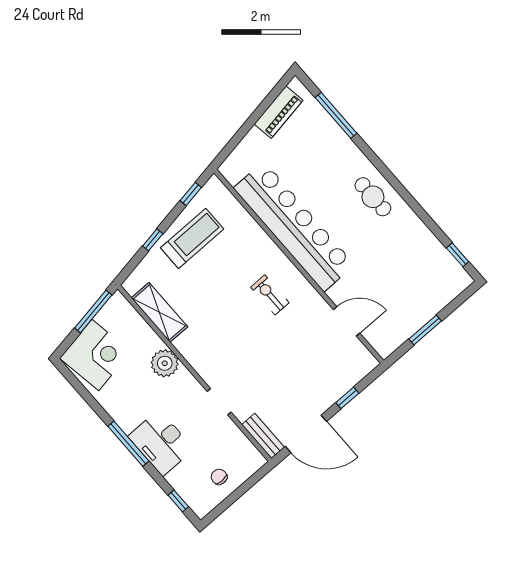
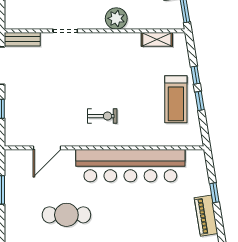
window: (250, 123) -> (214, 193), added
window: (191, 194) -> (200, 101), moved
cafe table: (373, 197) -> (66, 215), moved, width x1.37, depth x1.35
shelving: (159, 312) -> (157, 39), width x0.67, depth x0.75

